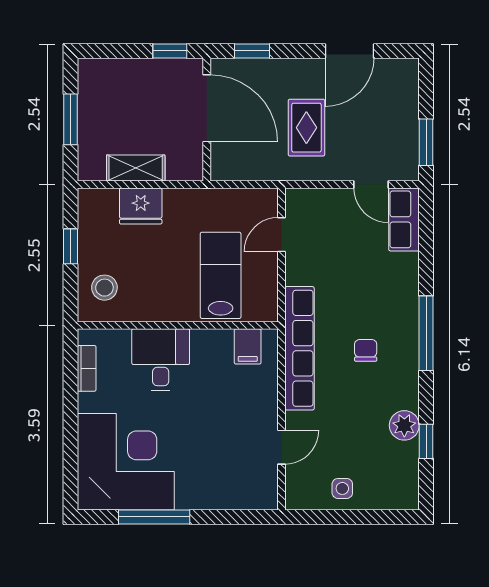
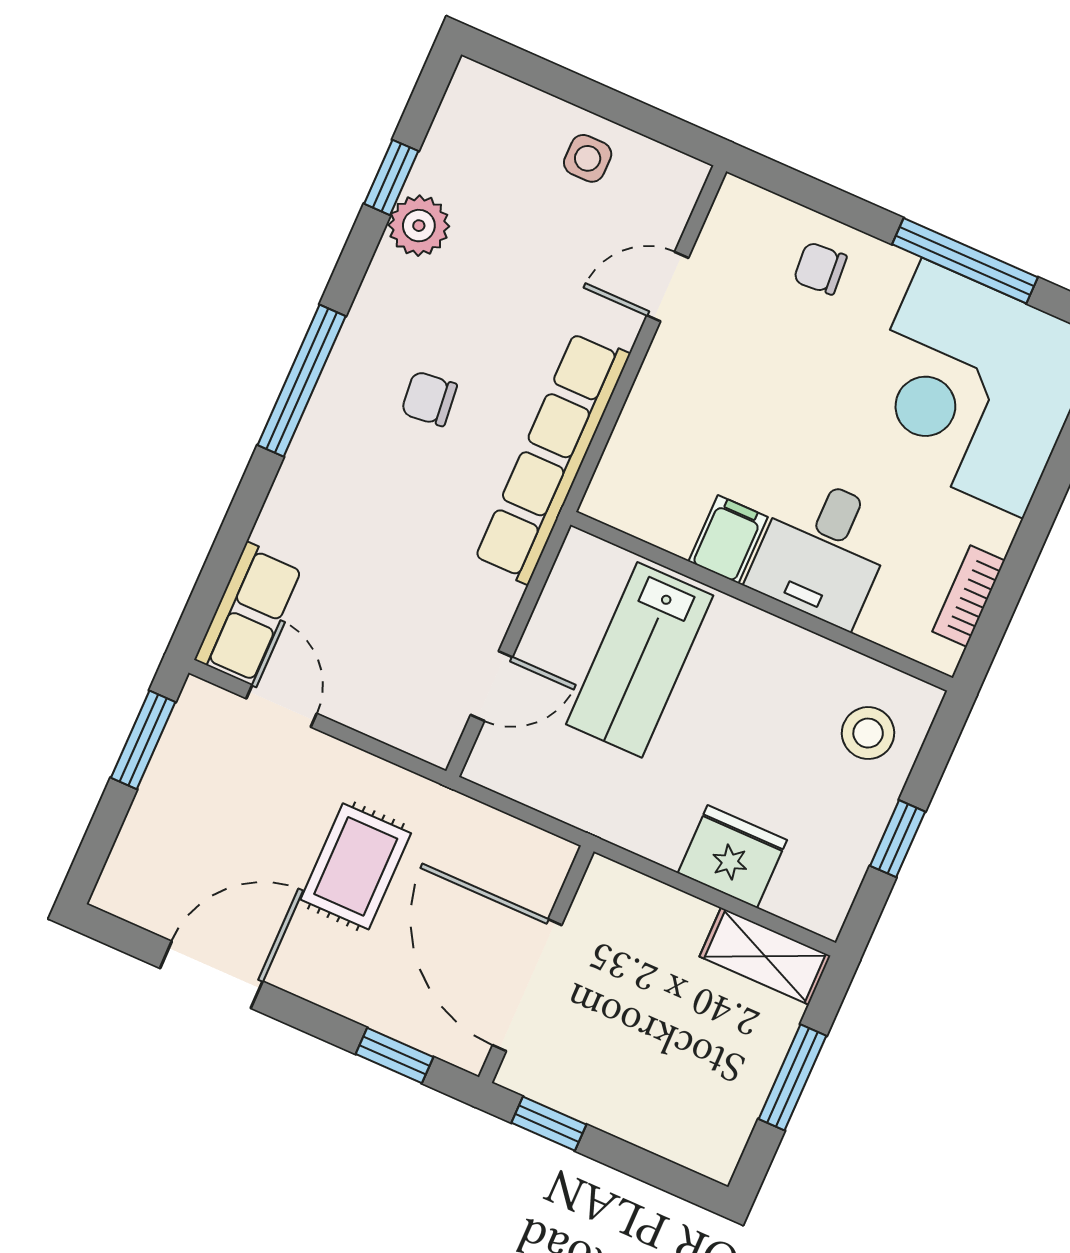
shelving: (136, 168) -> (765, 956), moved
filing cabinet: (248, 346) -> (728, 539), moved
chair: (366, 350) -> (429, 399), turned 84
chair: (217, 485) -> (820, 268), added

